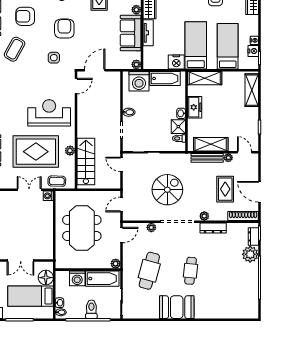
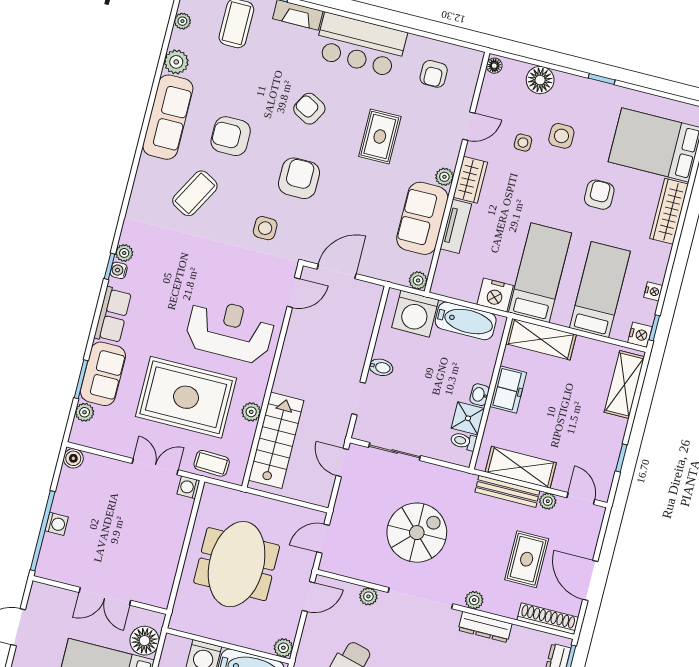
nightstand: (253, 51) -> (640, 335), moved

